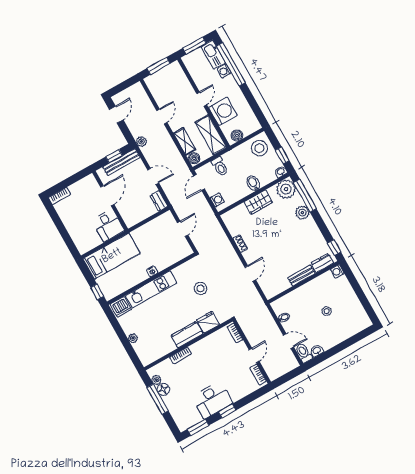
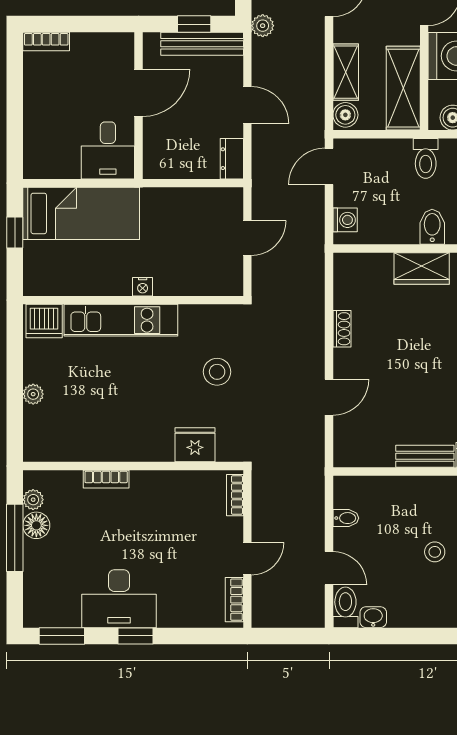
toilet: (220, 166) -> (426, 158), moved
window: (97, 292) -> (15, 232), moved
kitchen counter: (187, 335) -> (141, 446), removed

